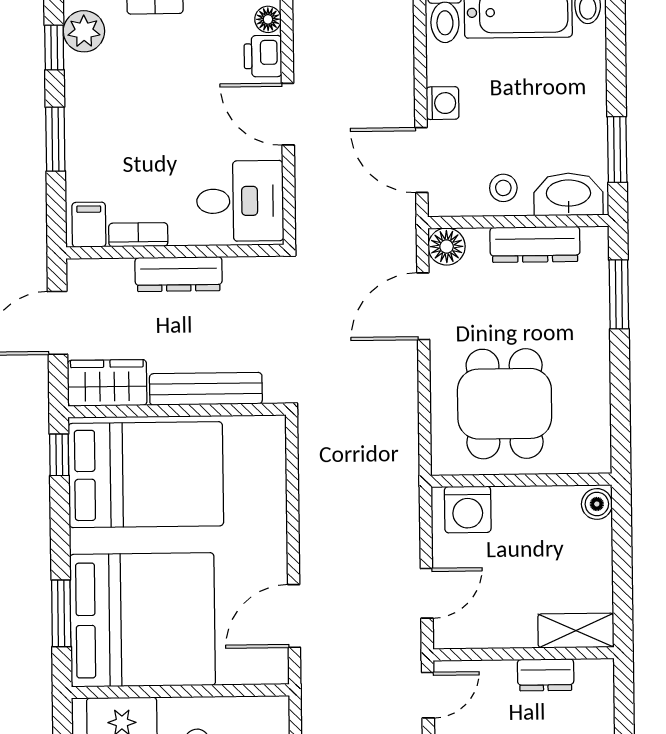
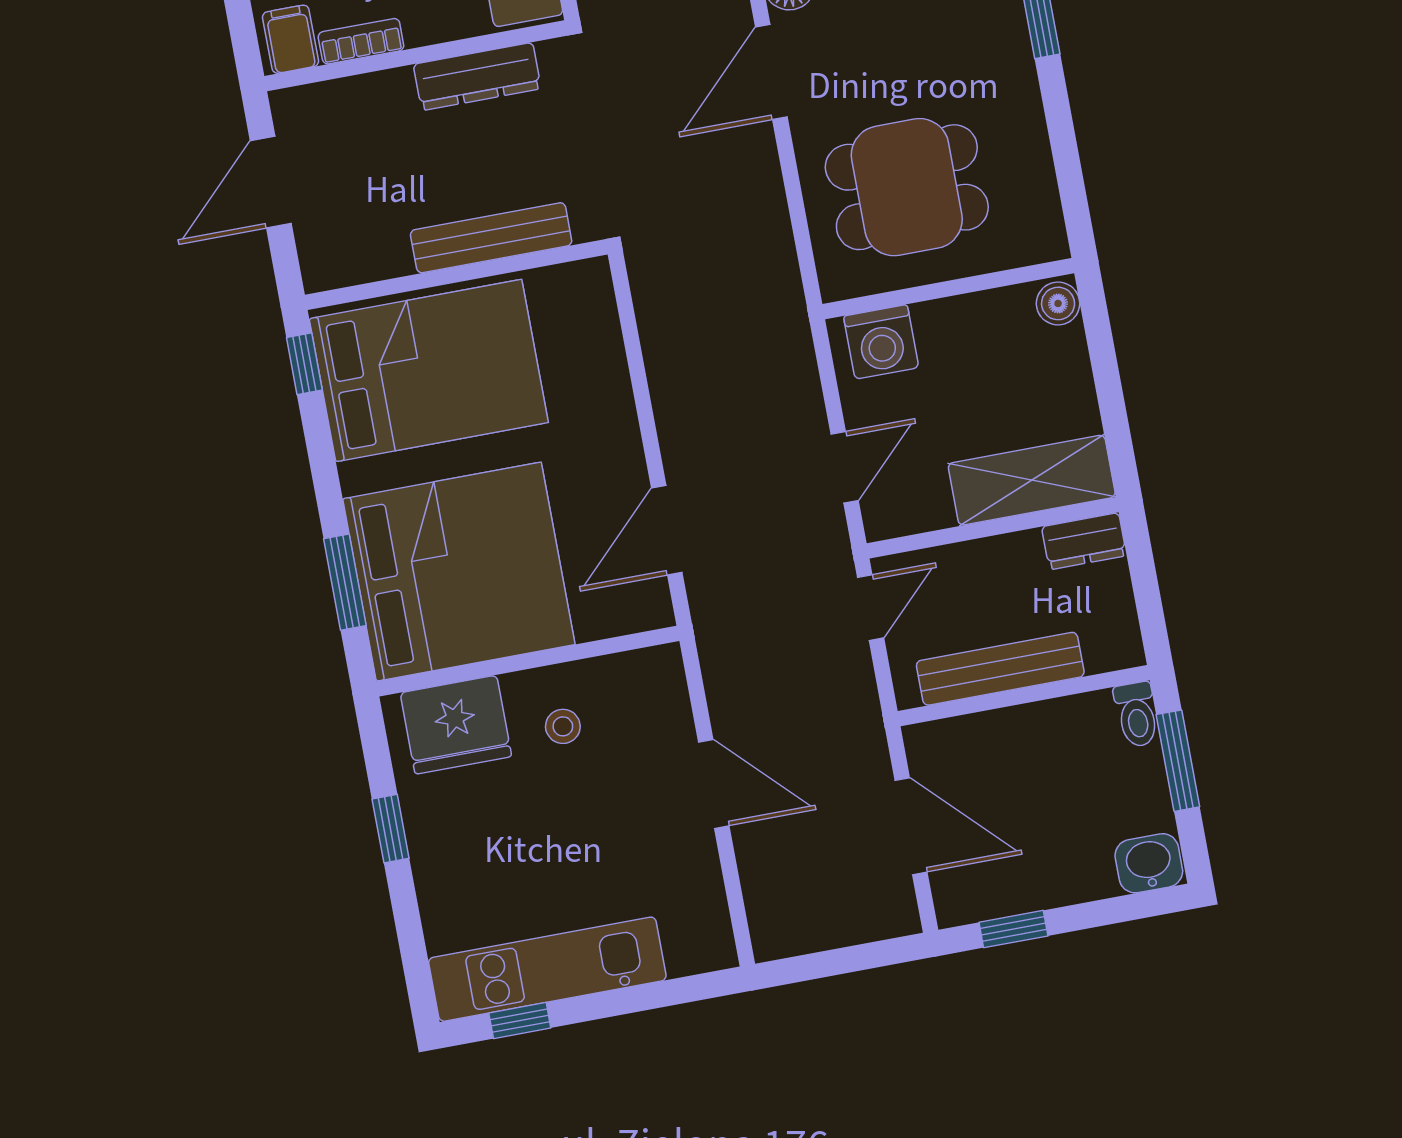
dresser: (179, 274) -> (477, 76), moved
wardrobe: (107, 383) -> (353, 253), removed
dining table: (505, 404) -> (907, 187), turned 90
shelving: (576, 631) -> (1032, 480), width x1.50, depth x1.33
dresser: (546, 675) -> (1084, 541), moved

